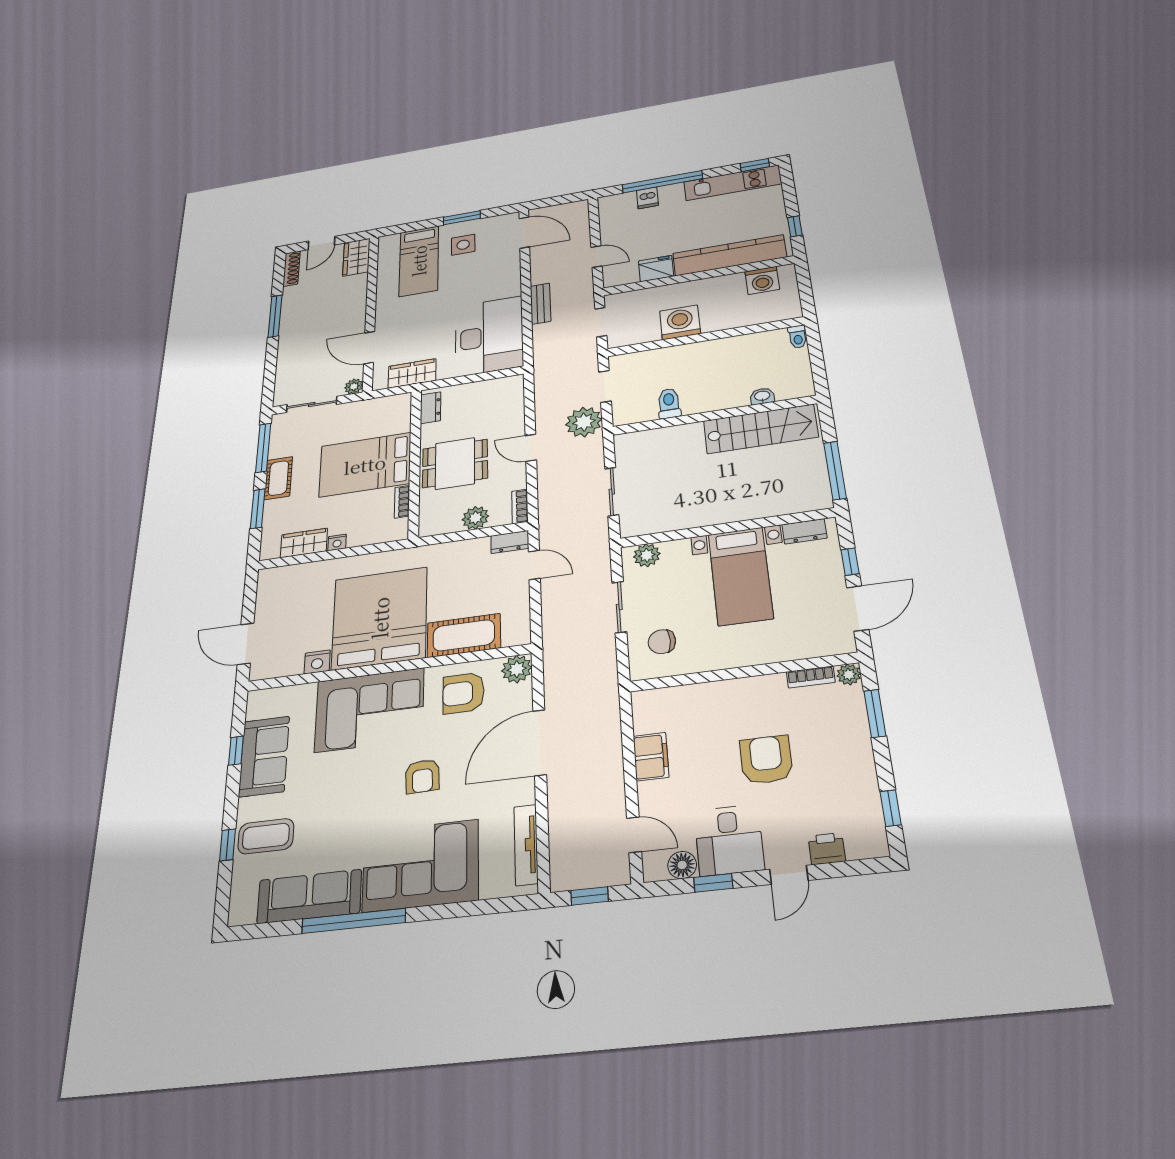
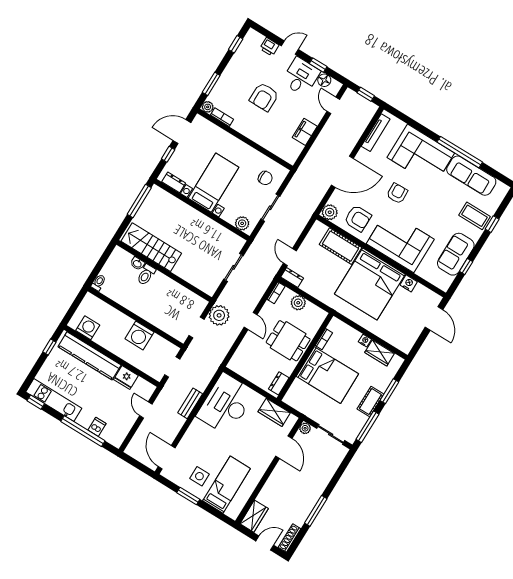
toilet: (669, 403) -> (146, 275), moved

